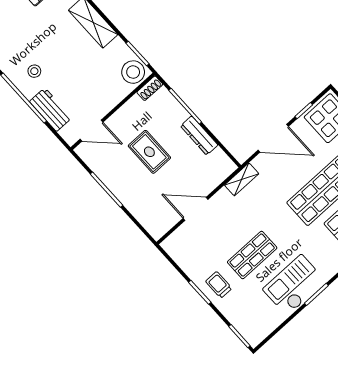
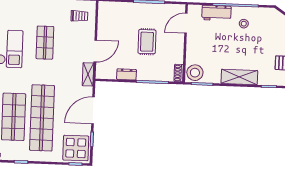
dresser: (199, 136) -> (127, 74), width x0.70
rug: (149, 152) -> (147, 42), turned 90
door: (195, 209) -> (95, 51), moved
trolley: (219, 285) -> (79, 16), moved

